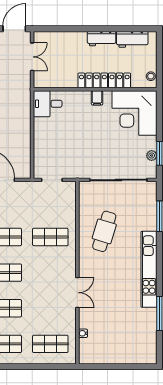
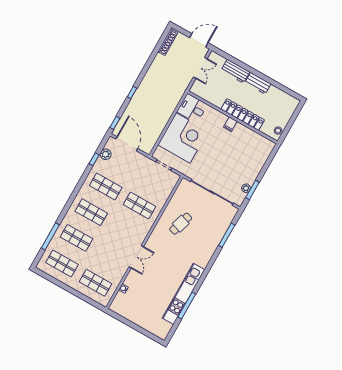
workbench: (132, 39) -> (235, 71), moved
corner desk: (134, 113) -> (183, 138), moved, turned 180
cafe table: (104, 231) -> (181, 224), width x0.73, depth x0.74
kitchen unit: (149, 269) -> (184, 294), moved

